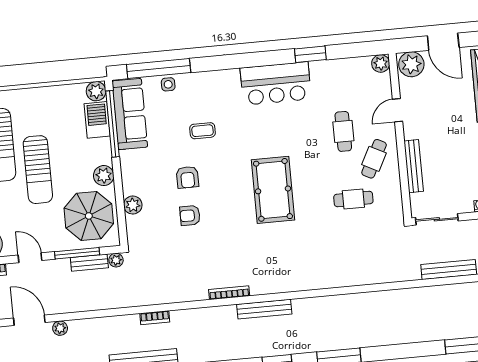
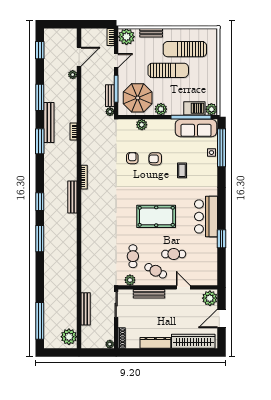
plant: (381, 63) -> (130, 280), moved
sun lounger: (38, 170) -> (168, 70), turned 180
pool table: (273, 190) -> (156, 216), moved

